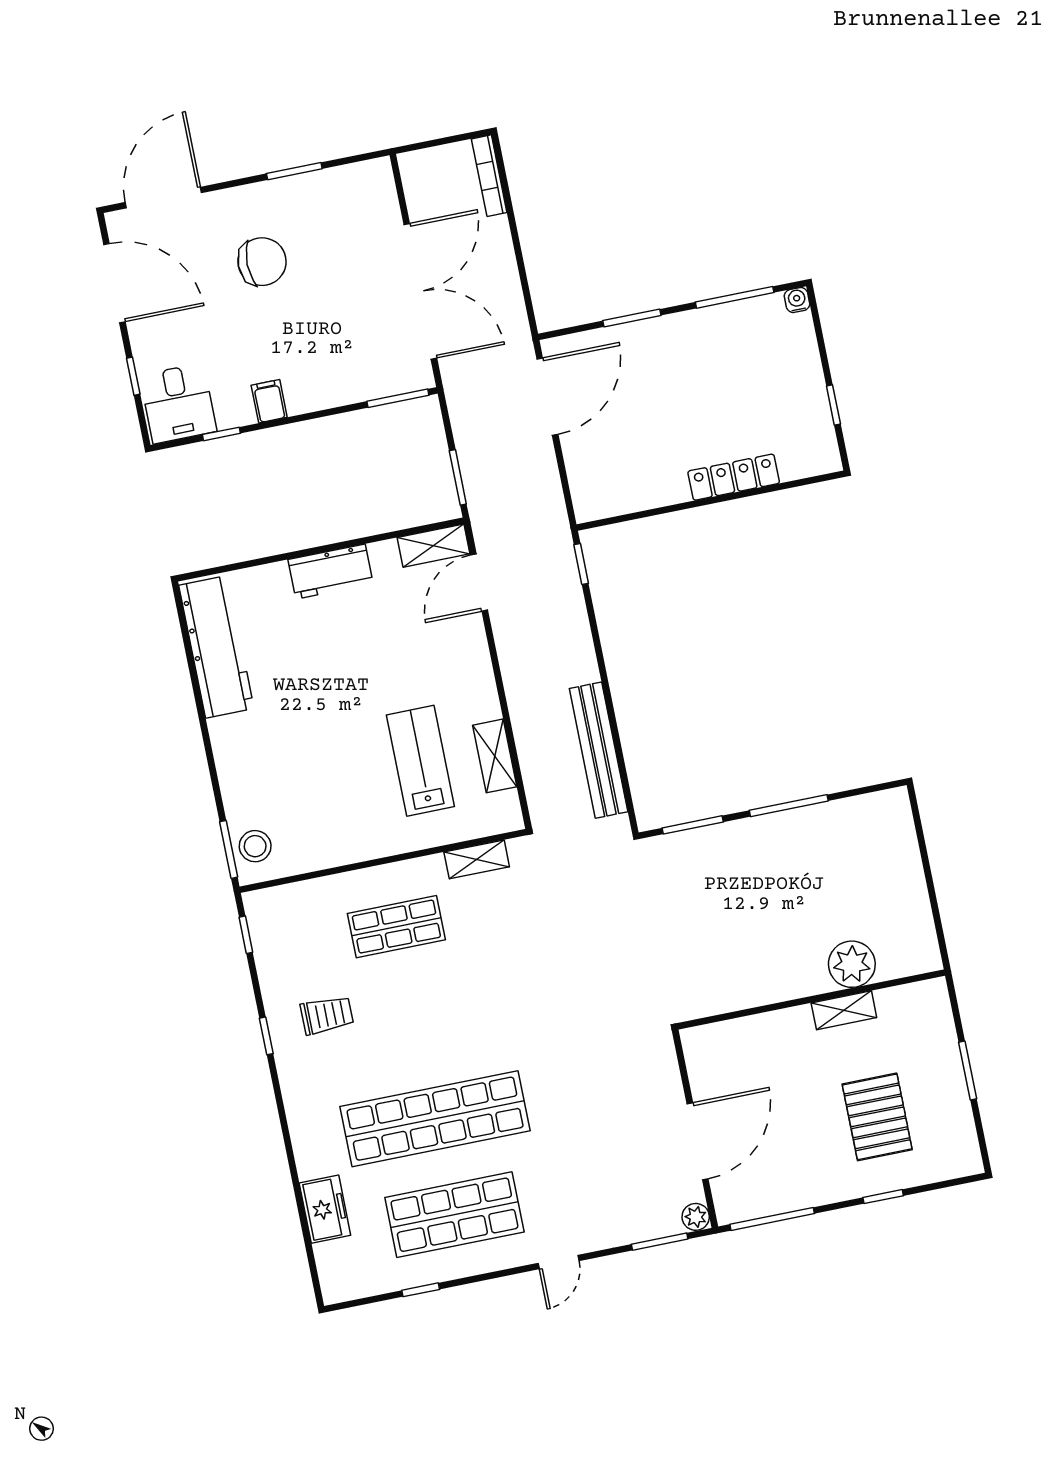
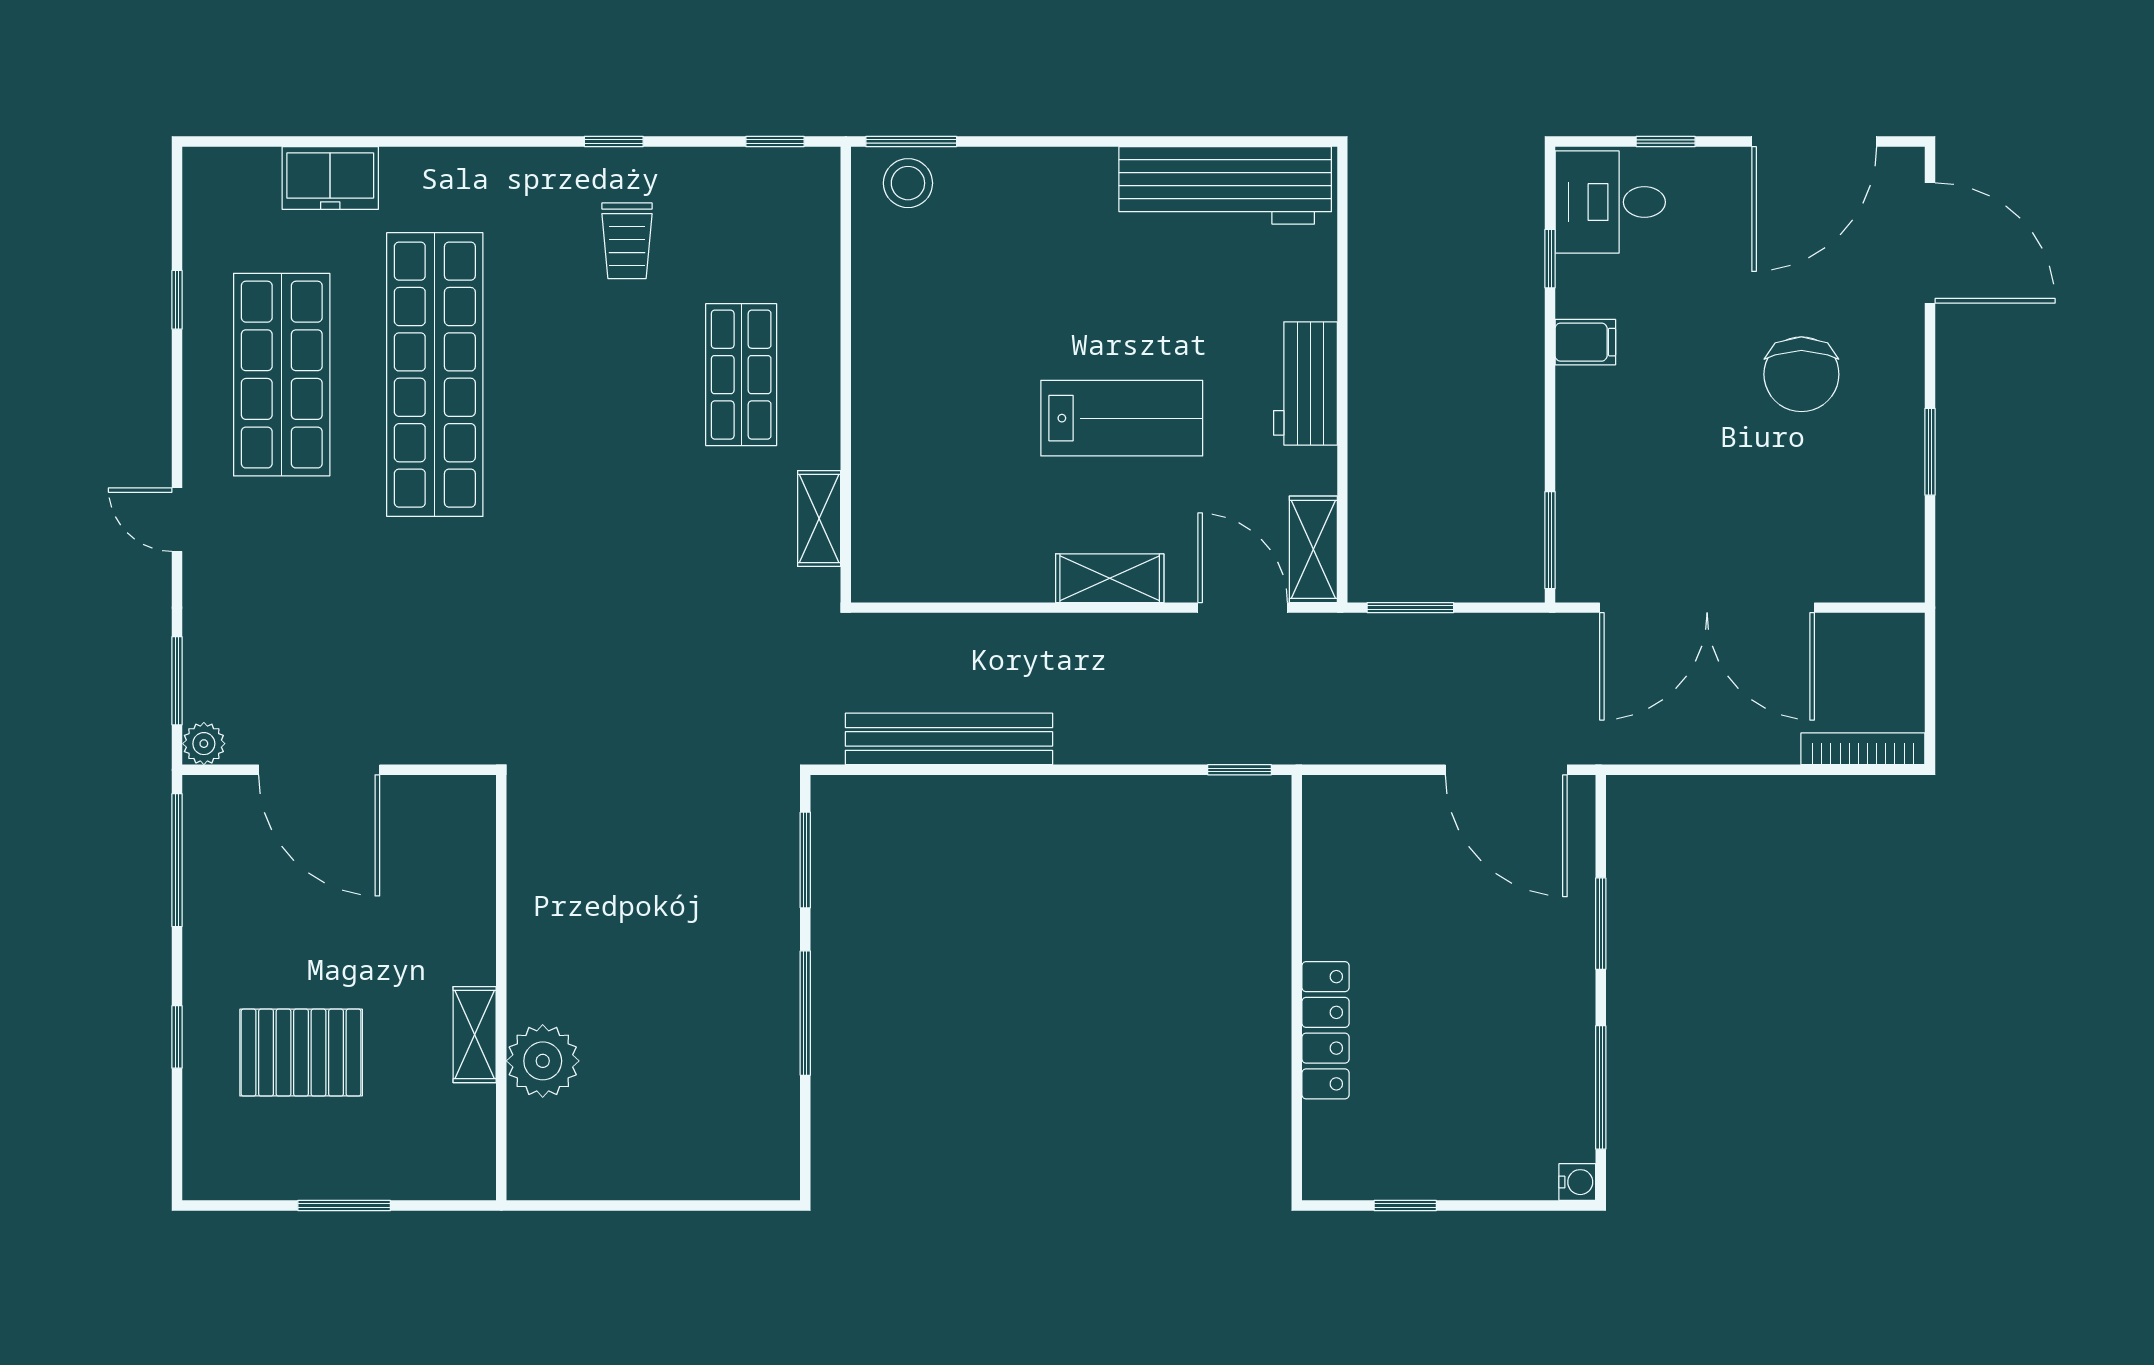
shelving: (495, 756) -> (1110, 578), moved
lab bench: (420, 761) -> (1122, 418), moved

